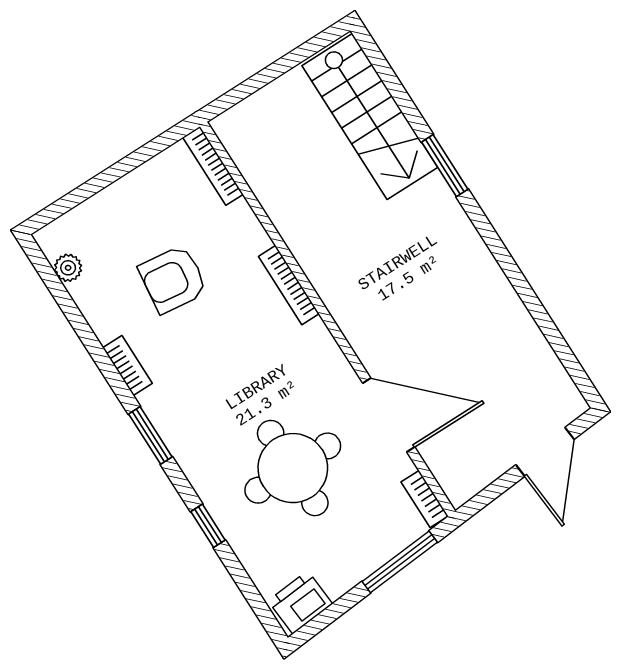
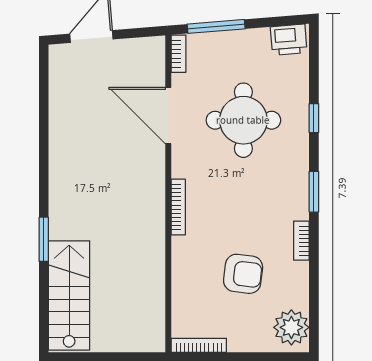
bookcase: (213, 166) -> (199, 345), moved, turned -90
plant: (68, 268) -> (291, 327), width x1.88, depth x1.88
bookcase: (289, 285) -> (178, 207), moved

